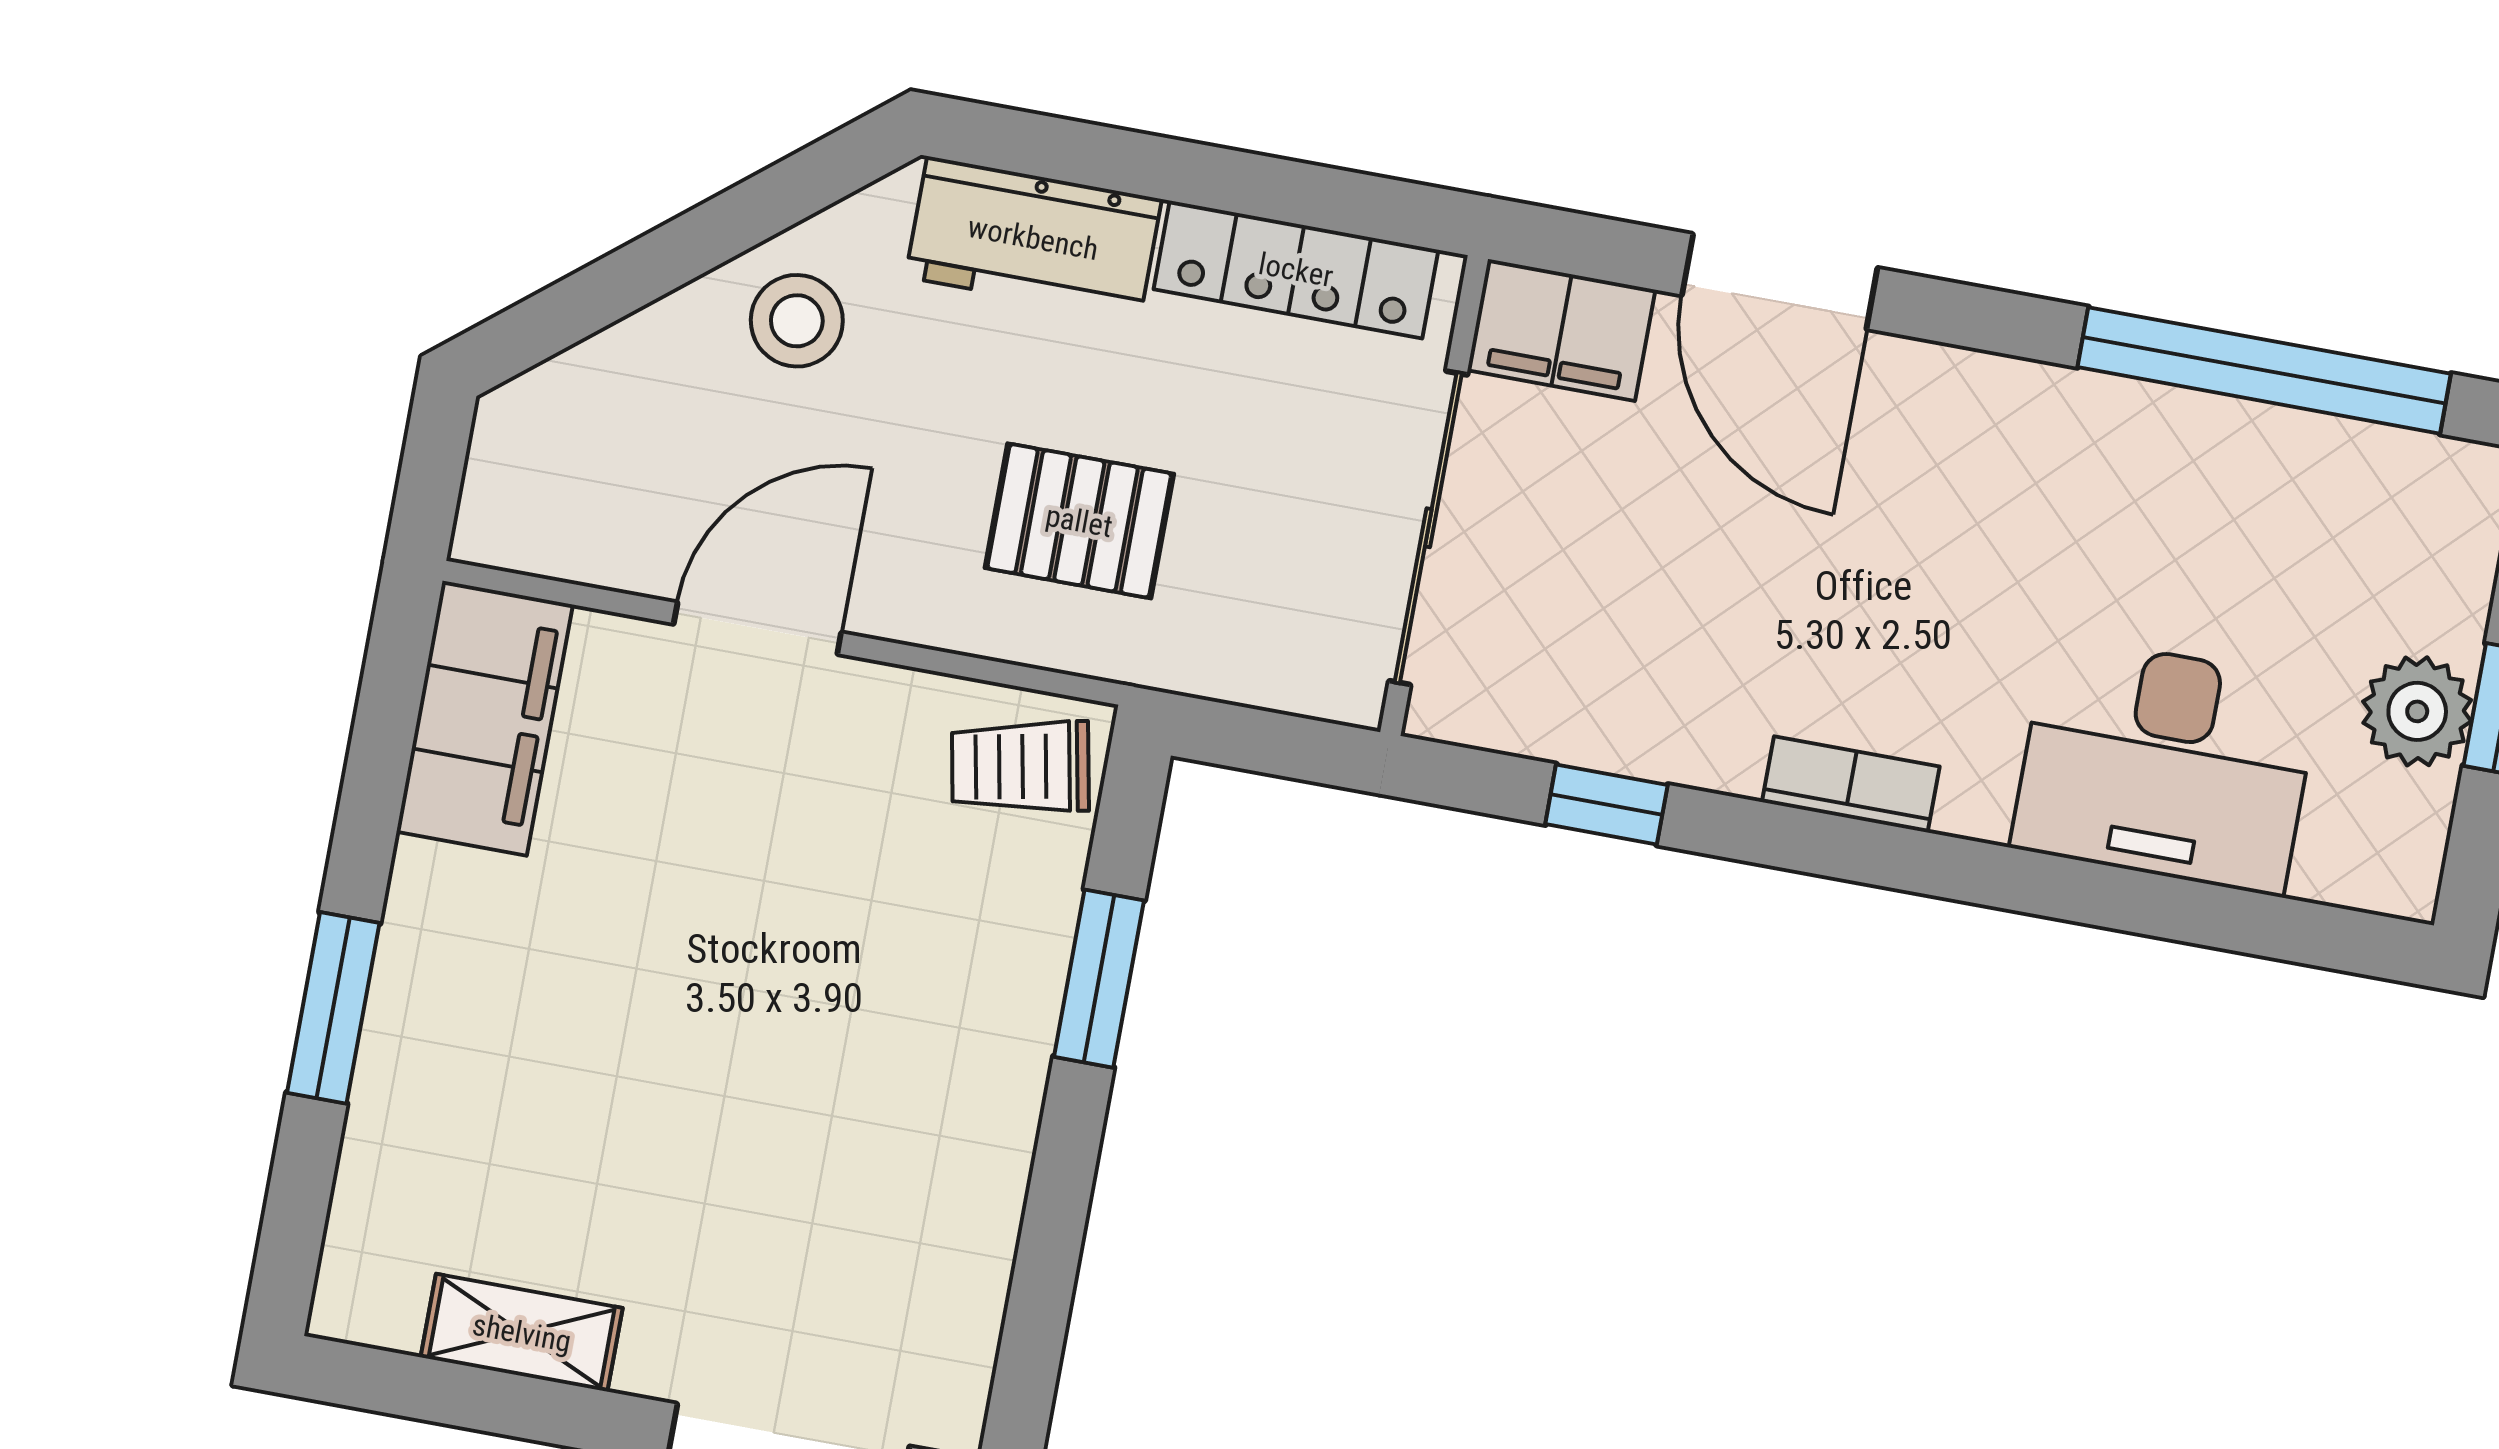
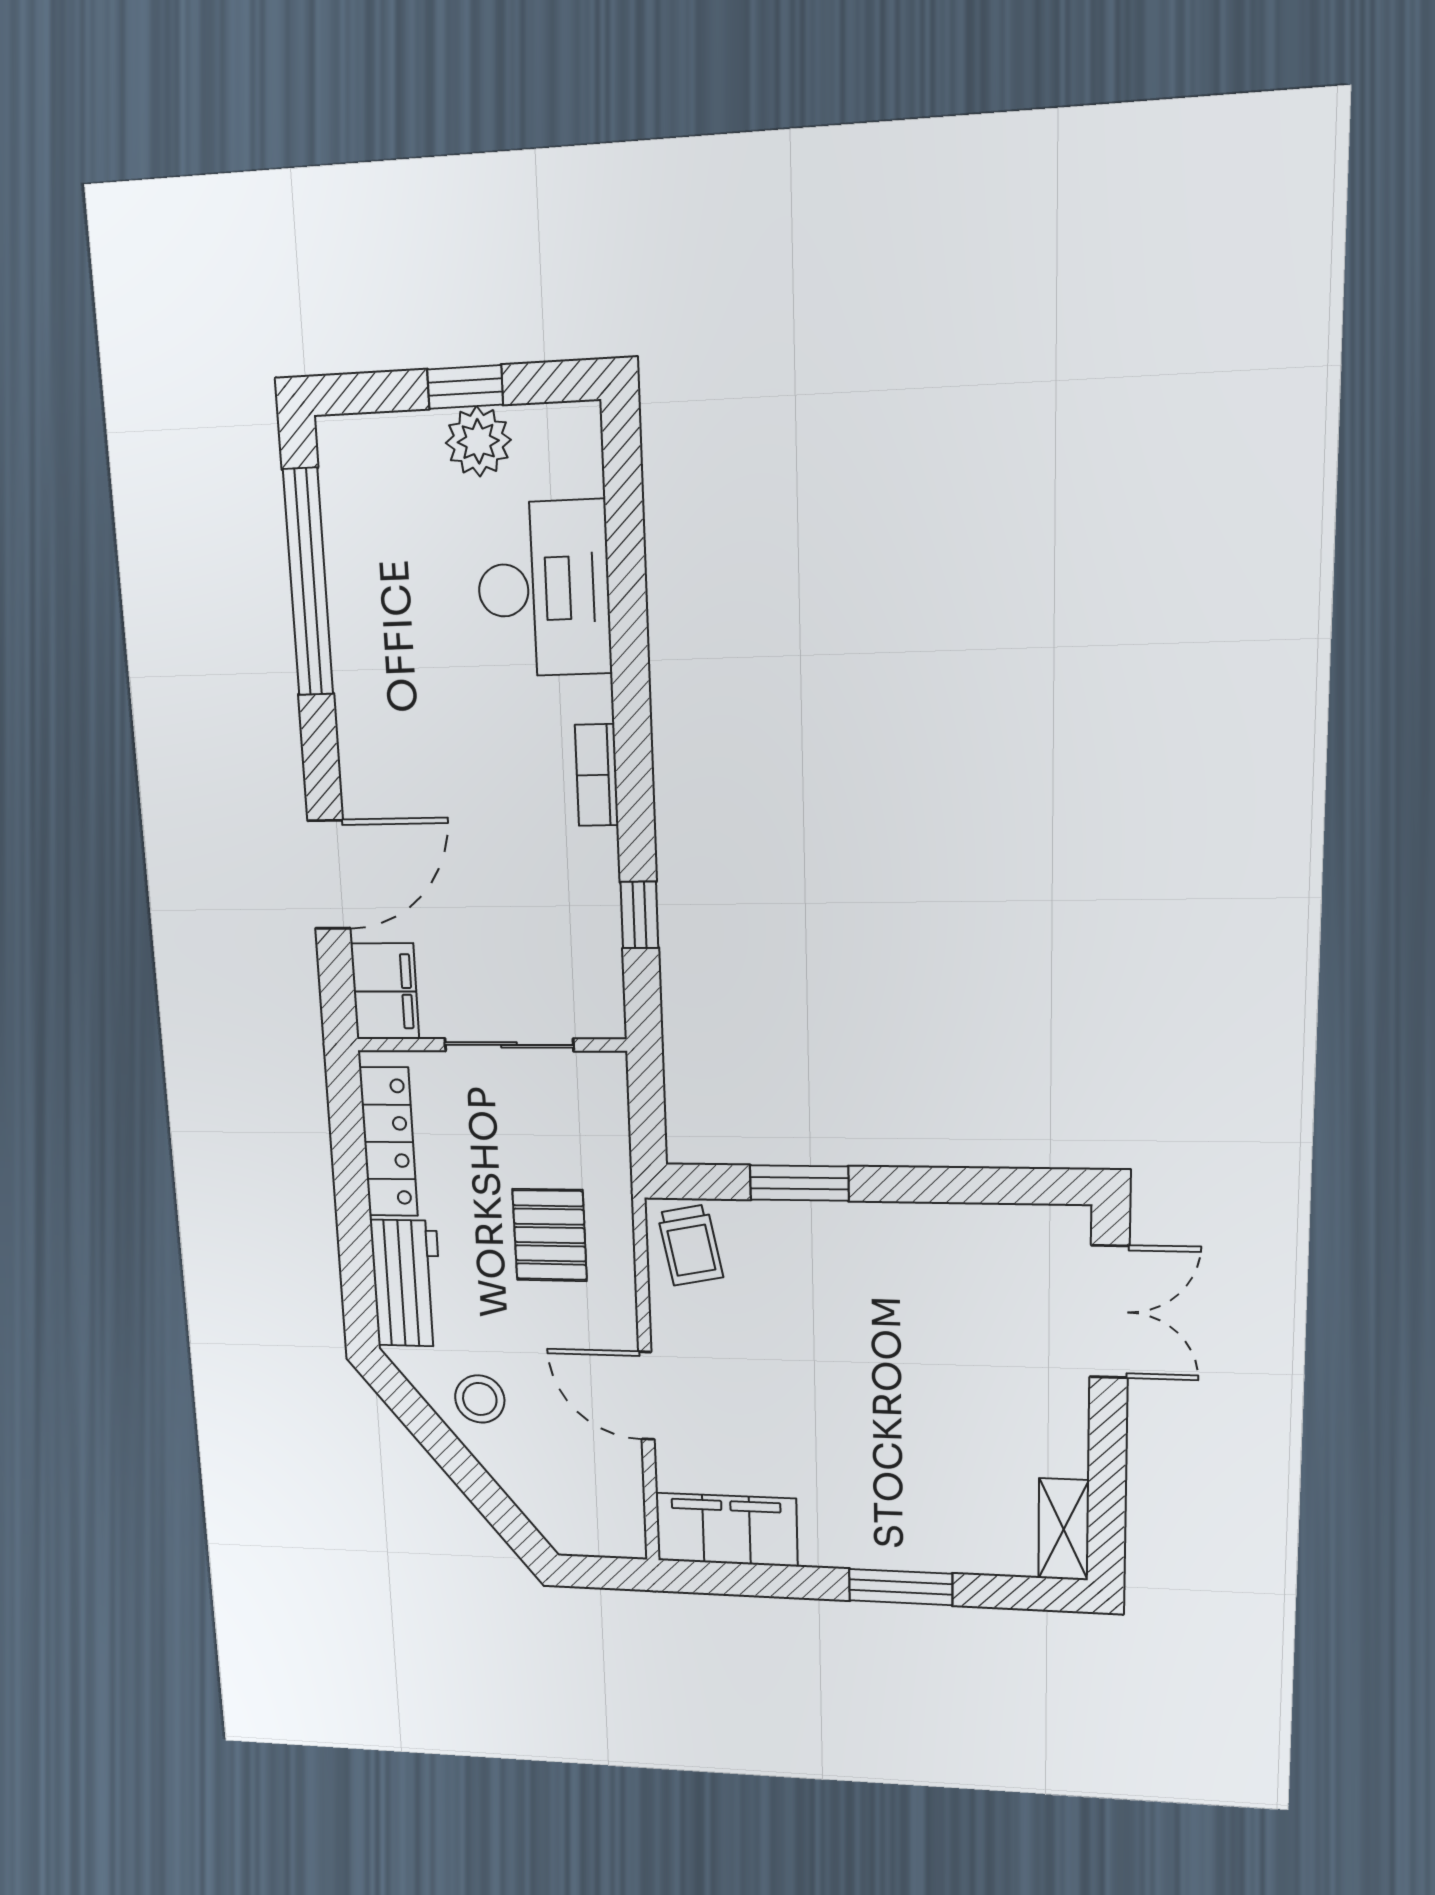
sliding door: (1428, 528) -> (509, 1045), width x0.73
shelving: (522, 1333) -> (1064, 1529), moved

